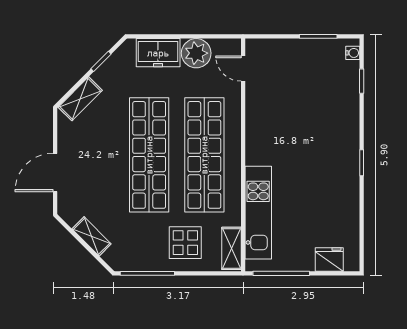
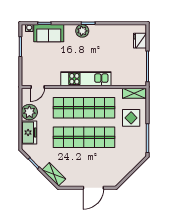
sofa: (343, 89) -> (49, 33), added
plant: (347, 152) -> (82, 31), added
door: (55, 172) -> (93, 188), hinge flipped
kitchen unit: (258, 213) -> (86, 79), moved
shelving: (92, 236) -> (128, 168), removed

